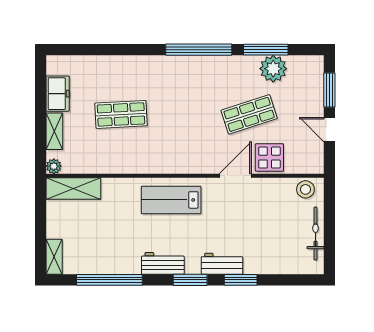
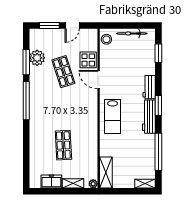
workbench: (163, 263) -> (149, 117), width x1.37
window: (241, 280) -> (158, 53), moved

